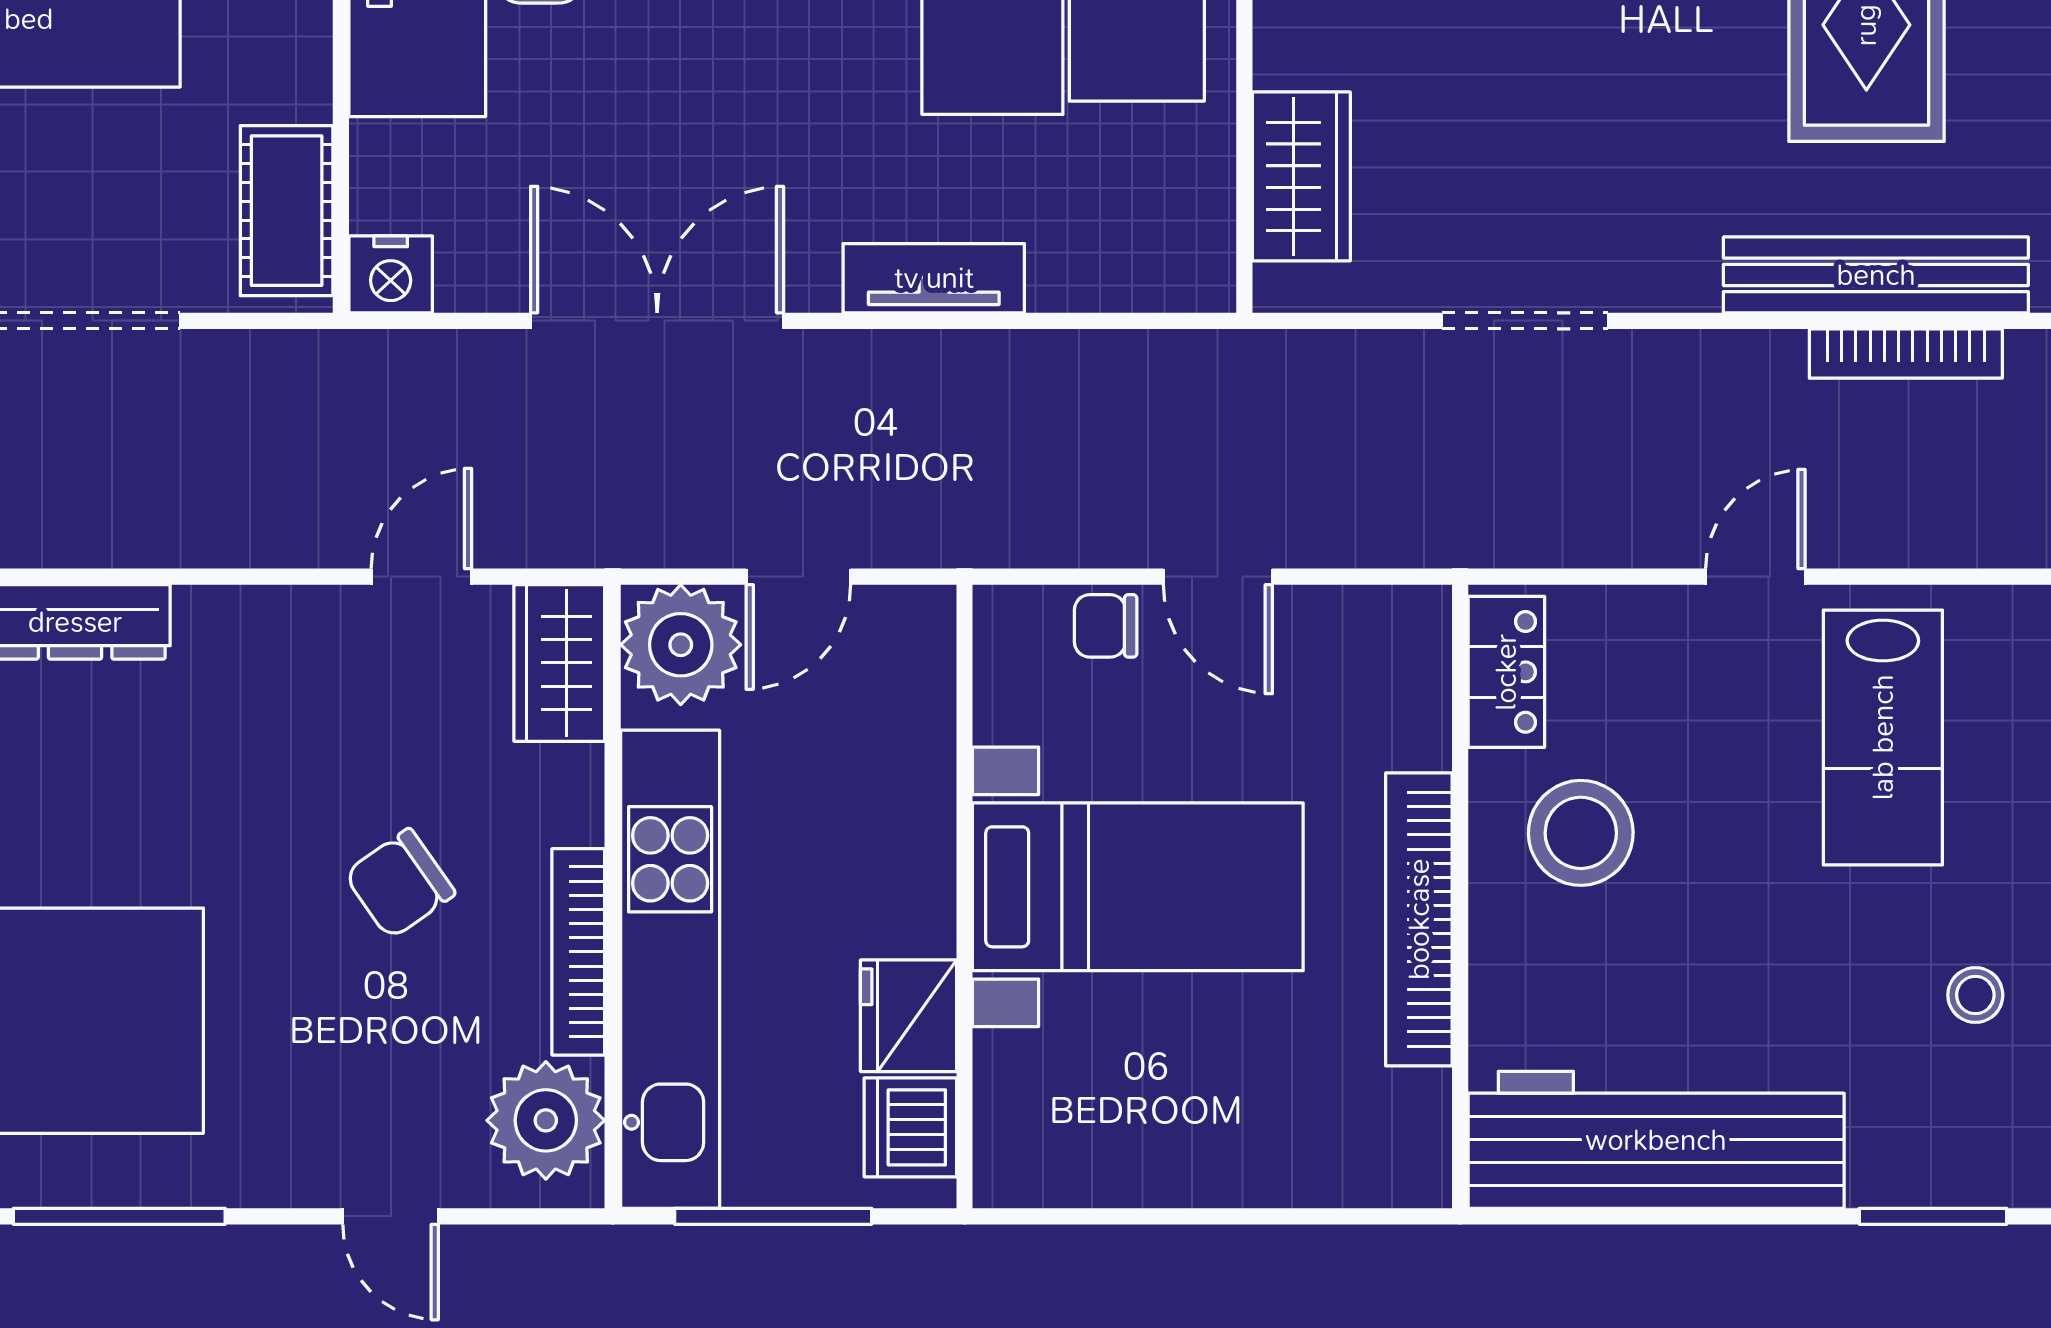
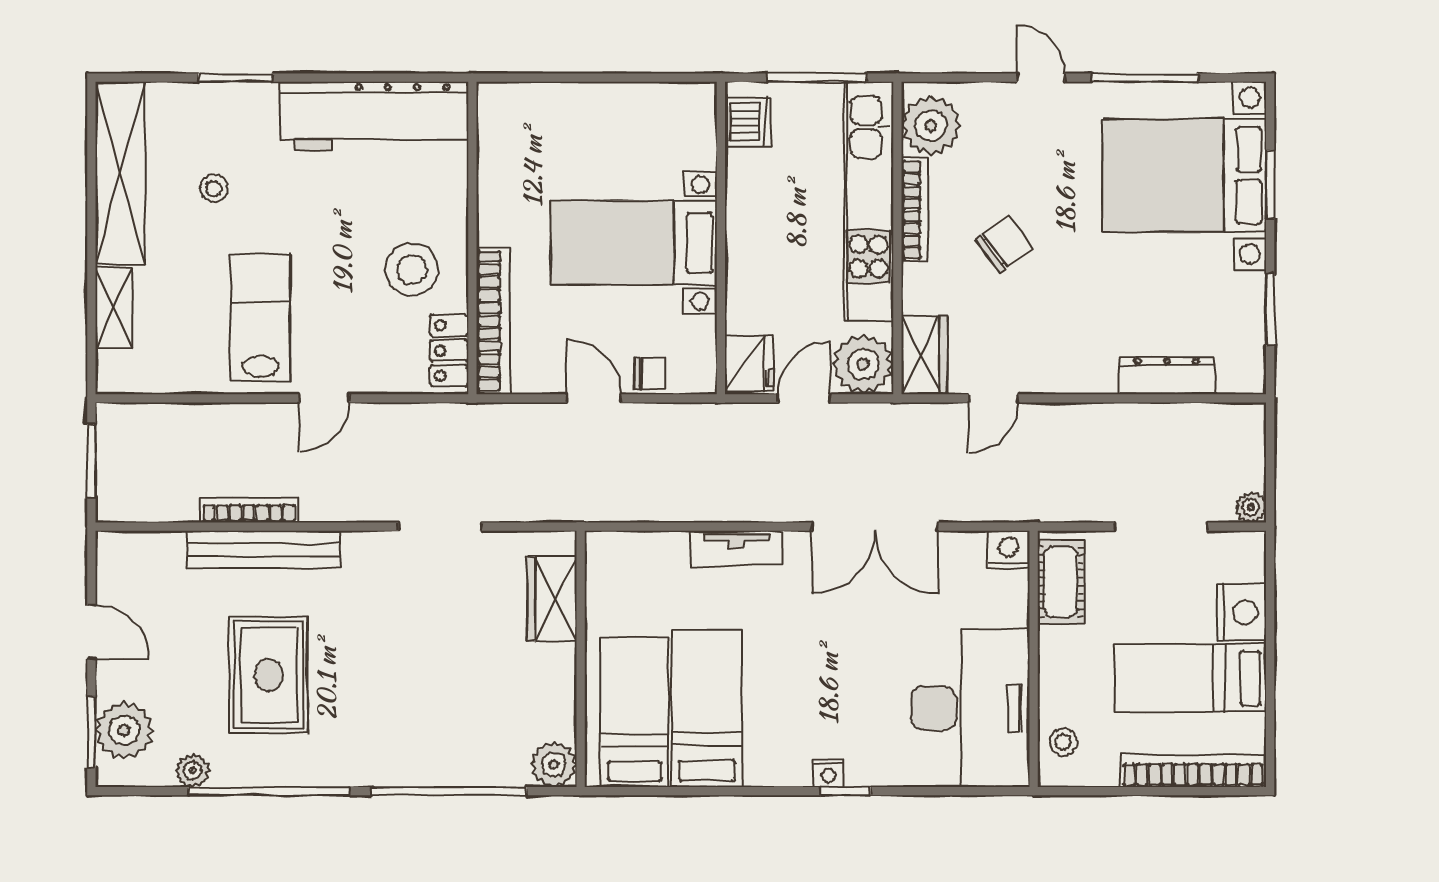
bookcase: (1419, 919) -> (493, 321), moved
fridge: (908, 1016) -> (749, 363), moved
door: (391, 1216) -> (1041, 78), moved

